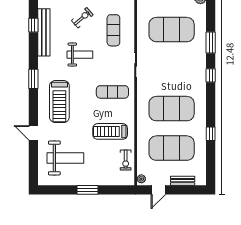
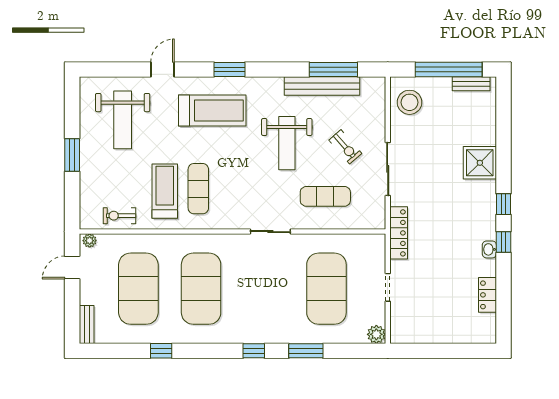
window: (33, 25) -> (333, 69), width x2.17
weight bench: (80, 55) -> (287, 143), width x1.36, depth x1.33
window: (33, 79) -> (230, 69), moved
exercise mat: (112, 92) -> (198, 189), moved
treadmill: (59, 102) -> (212, 111), turned 180
bench: (183, 181) -> (87, 325), moved
door: (158, 190) -> (72, 268), hinge flipped

